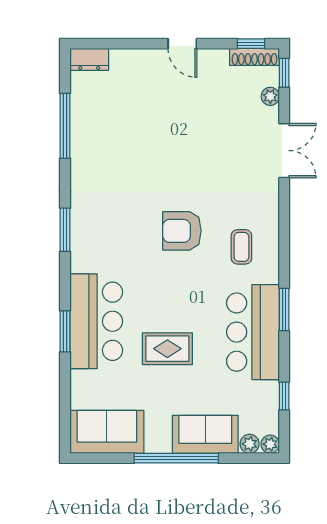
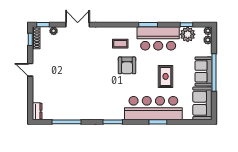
door: (182, 44) -> (30, 70), swing flipped
armchair: (182, 231) -> (127, 65), moved
bar counter: (96, 321) -> (153, 108), width x1.36
plant: (262, 399) -> (188, 34), added
sofa: (205, 434) -> (204, 71), moved

